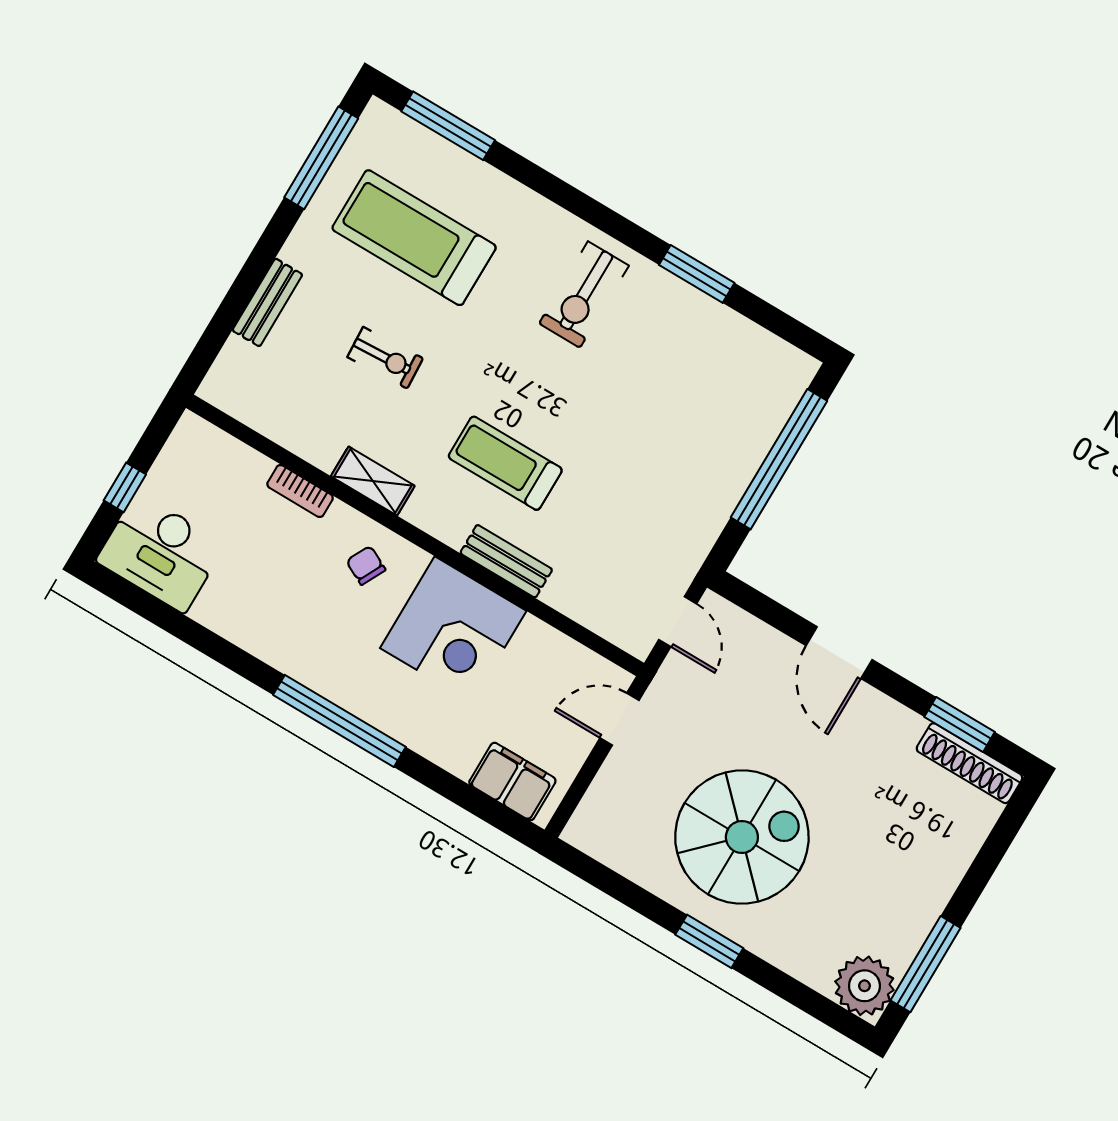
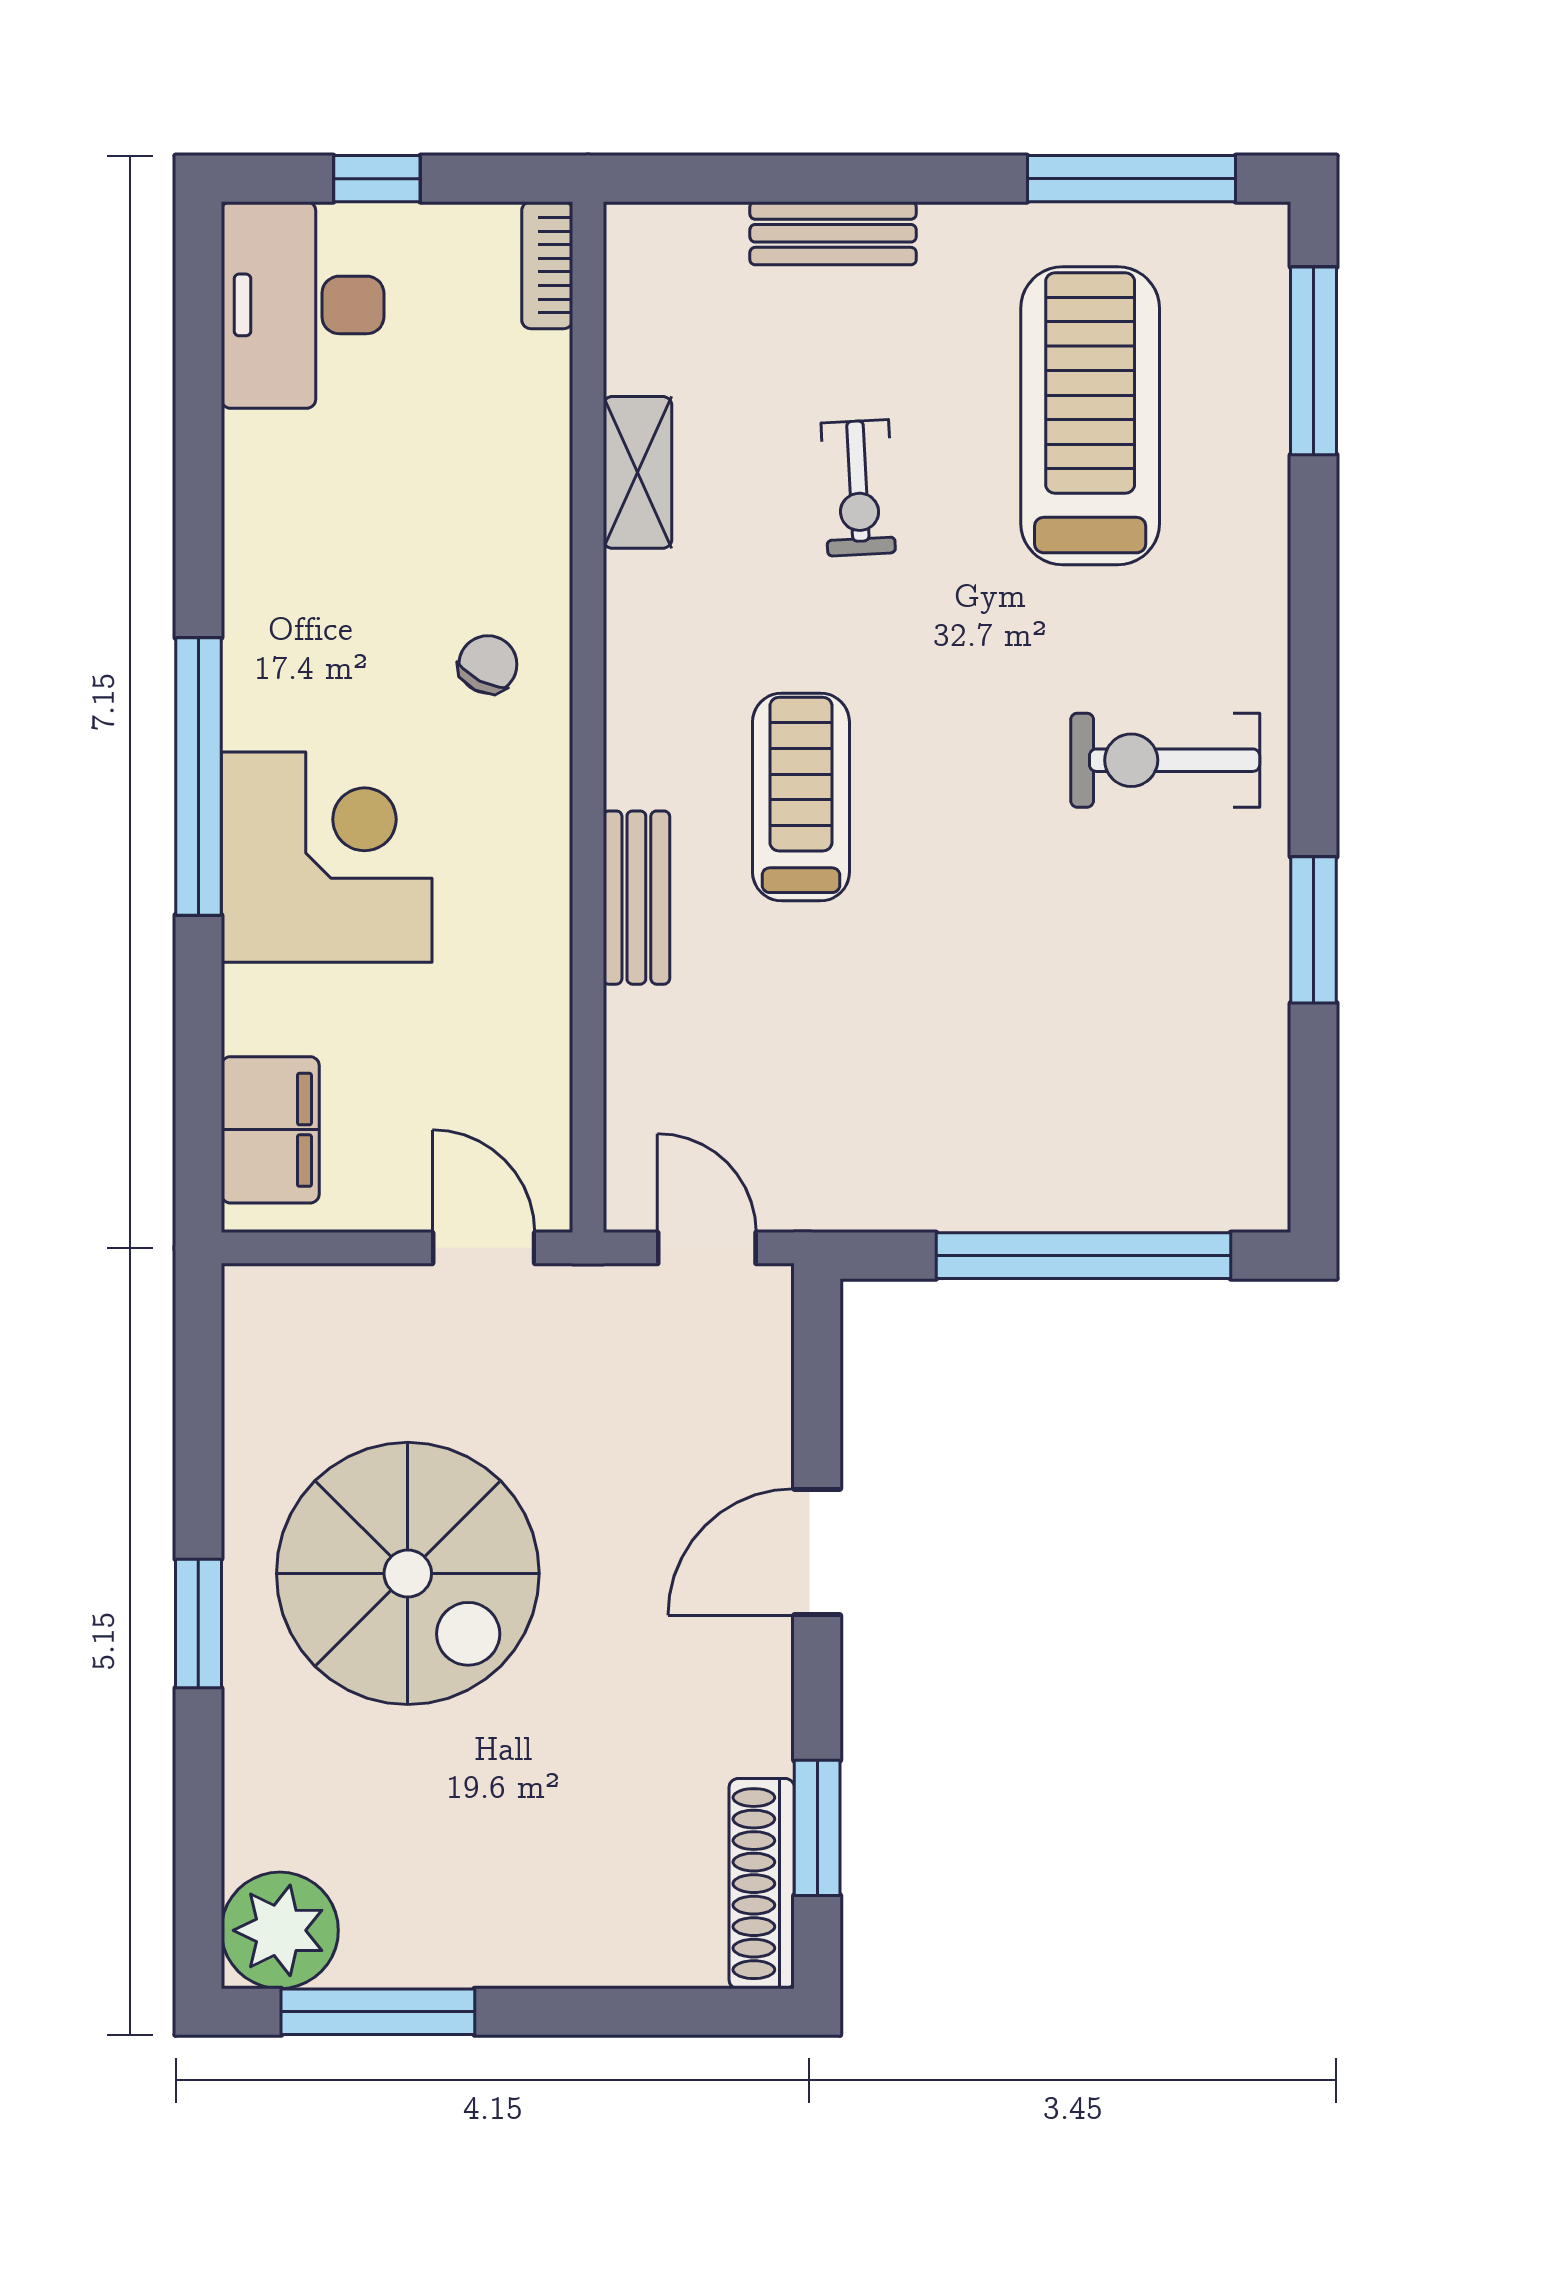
shelving: (373, 481) -> (637, 472), moved
bookcase: (300, 491) -> (547, 265), moved
door: (678, 622) -> (707, 1248), swing flipped
corner desk: (453, 630) -> (327, 857), moved, turned 180

